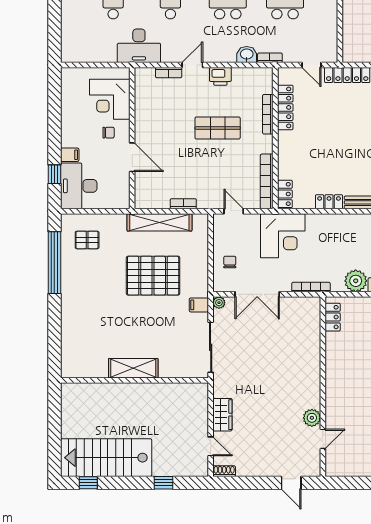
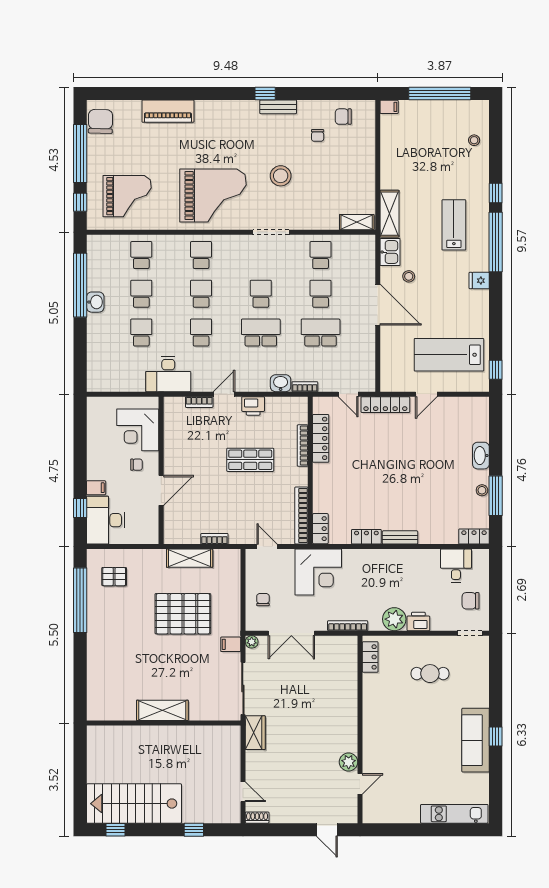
door: (132, 157) -> (161, 490), hinge flipped
shelving: (159, 222) -> (190, 558), width x0.68
wardrobe: (222, 415) -> (255, 733), moved

